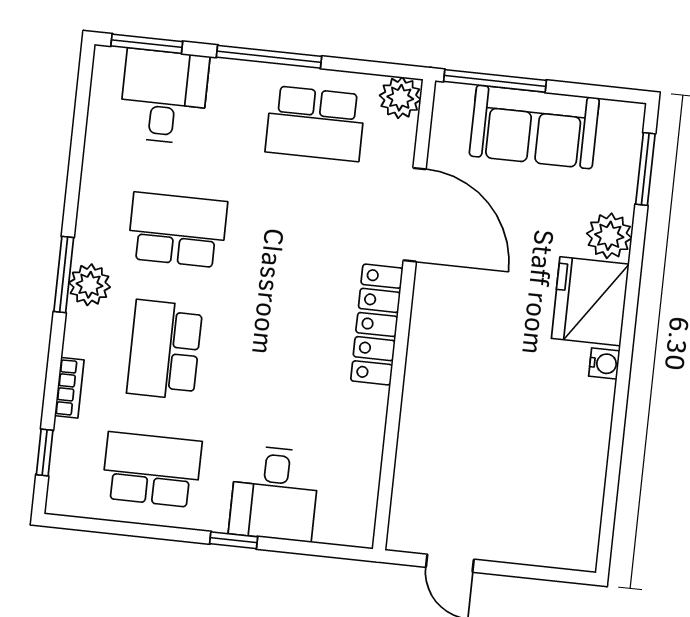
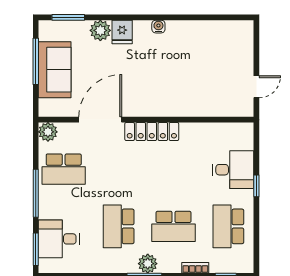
window: (495, 81) -> (36, 61), moved
school desk: (315, 123) -> (64, 169), turned 90
fridge: (590, 301) -> (122, 32), width x0.53, depth x0.75

